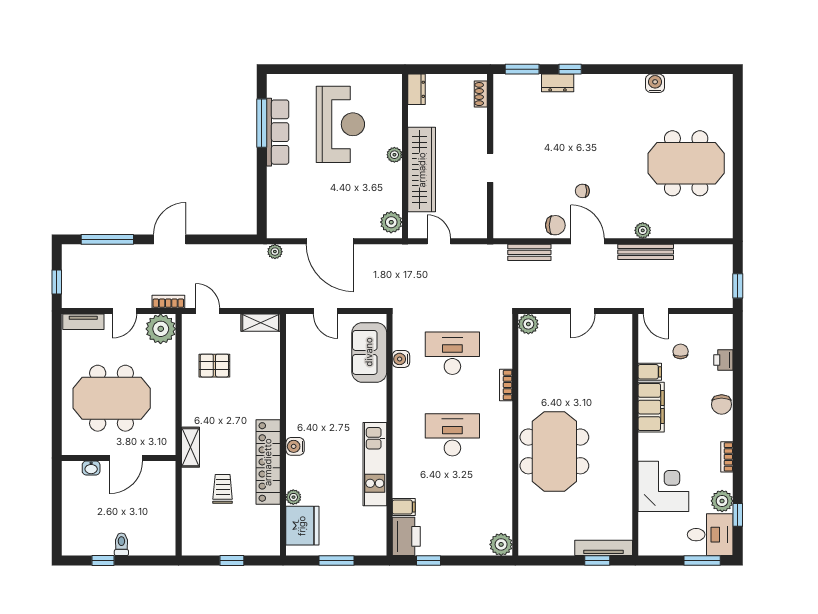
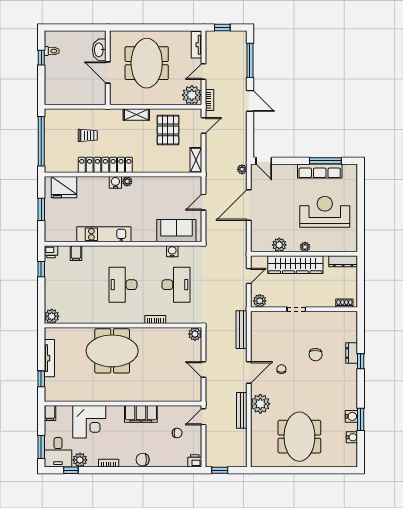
window: (522, 69) -> (361, 419), moved
water cooler: (687, 82) -> (352, 437), added
dresser: (417, 89) -> (343, 261), width x1.44
reception desk: (340, 124) -> (325, 212), turned 180
door: (262, 218) -> (264, 161), added
plant: (391, 222) -> (279, 245), moved
plant: (477, 224) -> (260, 301), added
chair: (555, 225) -> (316, 355), moved
plant: (643, 230) -> (260, 404), width x1.87, depth x1.87
bench: (529, 252) -> (241, 330), width x1.36
door: (124, 311) -> (203, 71), hinge flipped
printer: (723, 360) -> (195, 461), moved
pallet: (214, 366) -> (168, 130), width x1.50, depth x1.42
filing cabinet: (650, 372) -> (50, 413), moved
desk: (452, 435) -> (123, 285), turned 180
shelving: (191, 447) -> (136, 114), moved
washbasin: (91, 468) -> (99, 50), width x1.91, depth x1.45
plant: (293, 497) -> (127, 181), moved
printer: (406, 536) -> (51, 252), width x0.53, depth x0.68
toilet: (121, 544) -> (52, 51), moved
tv unit: (604, 548) -> (49, 358), moved
window: (232, 561) -> (41, 141), width x3.17

